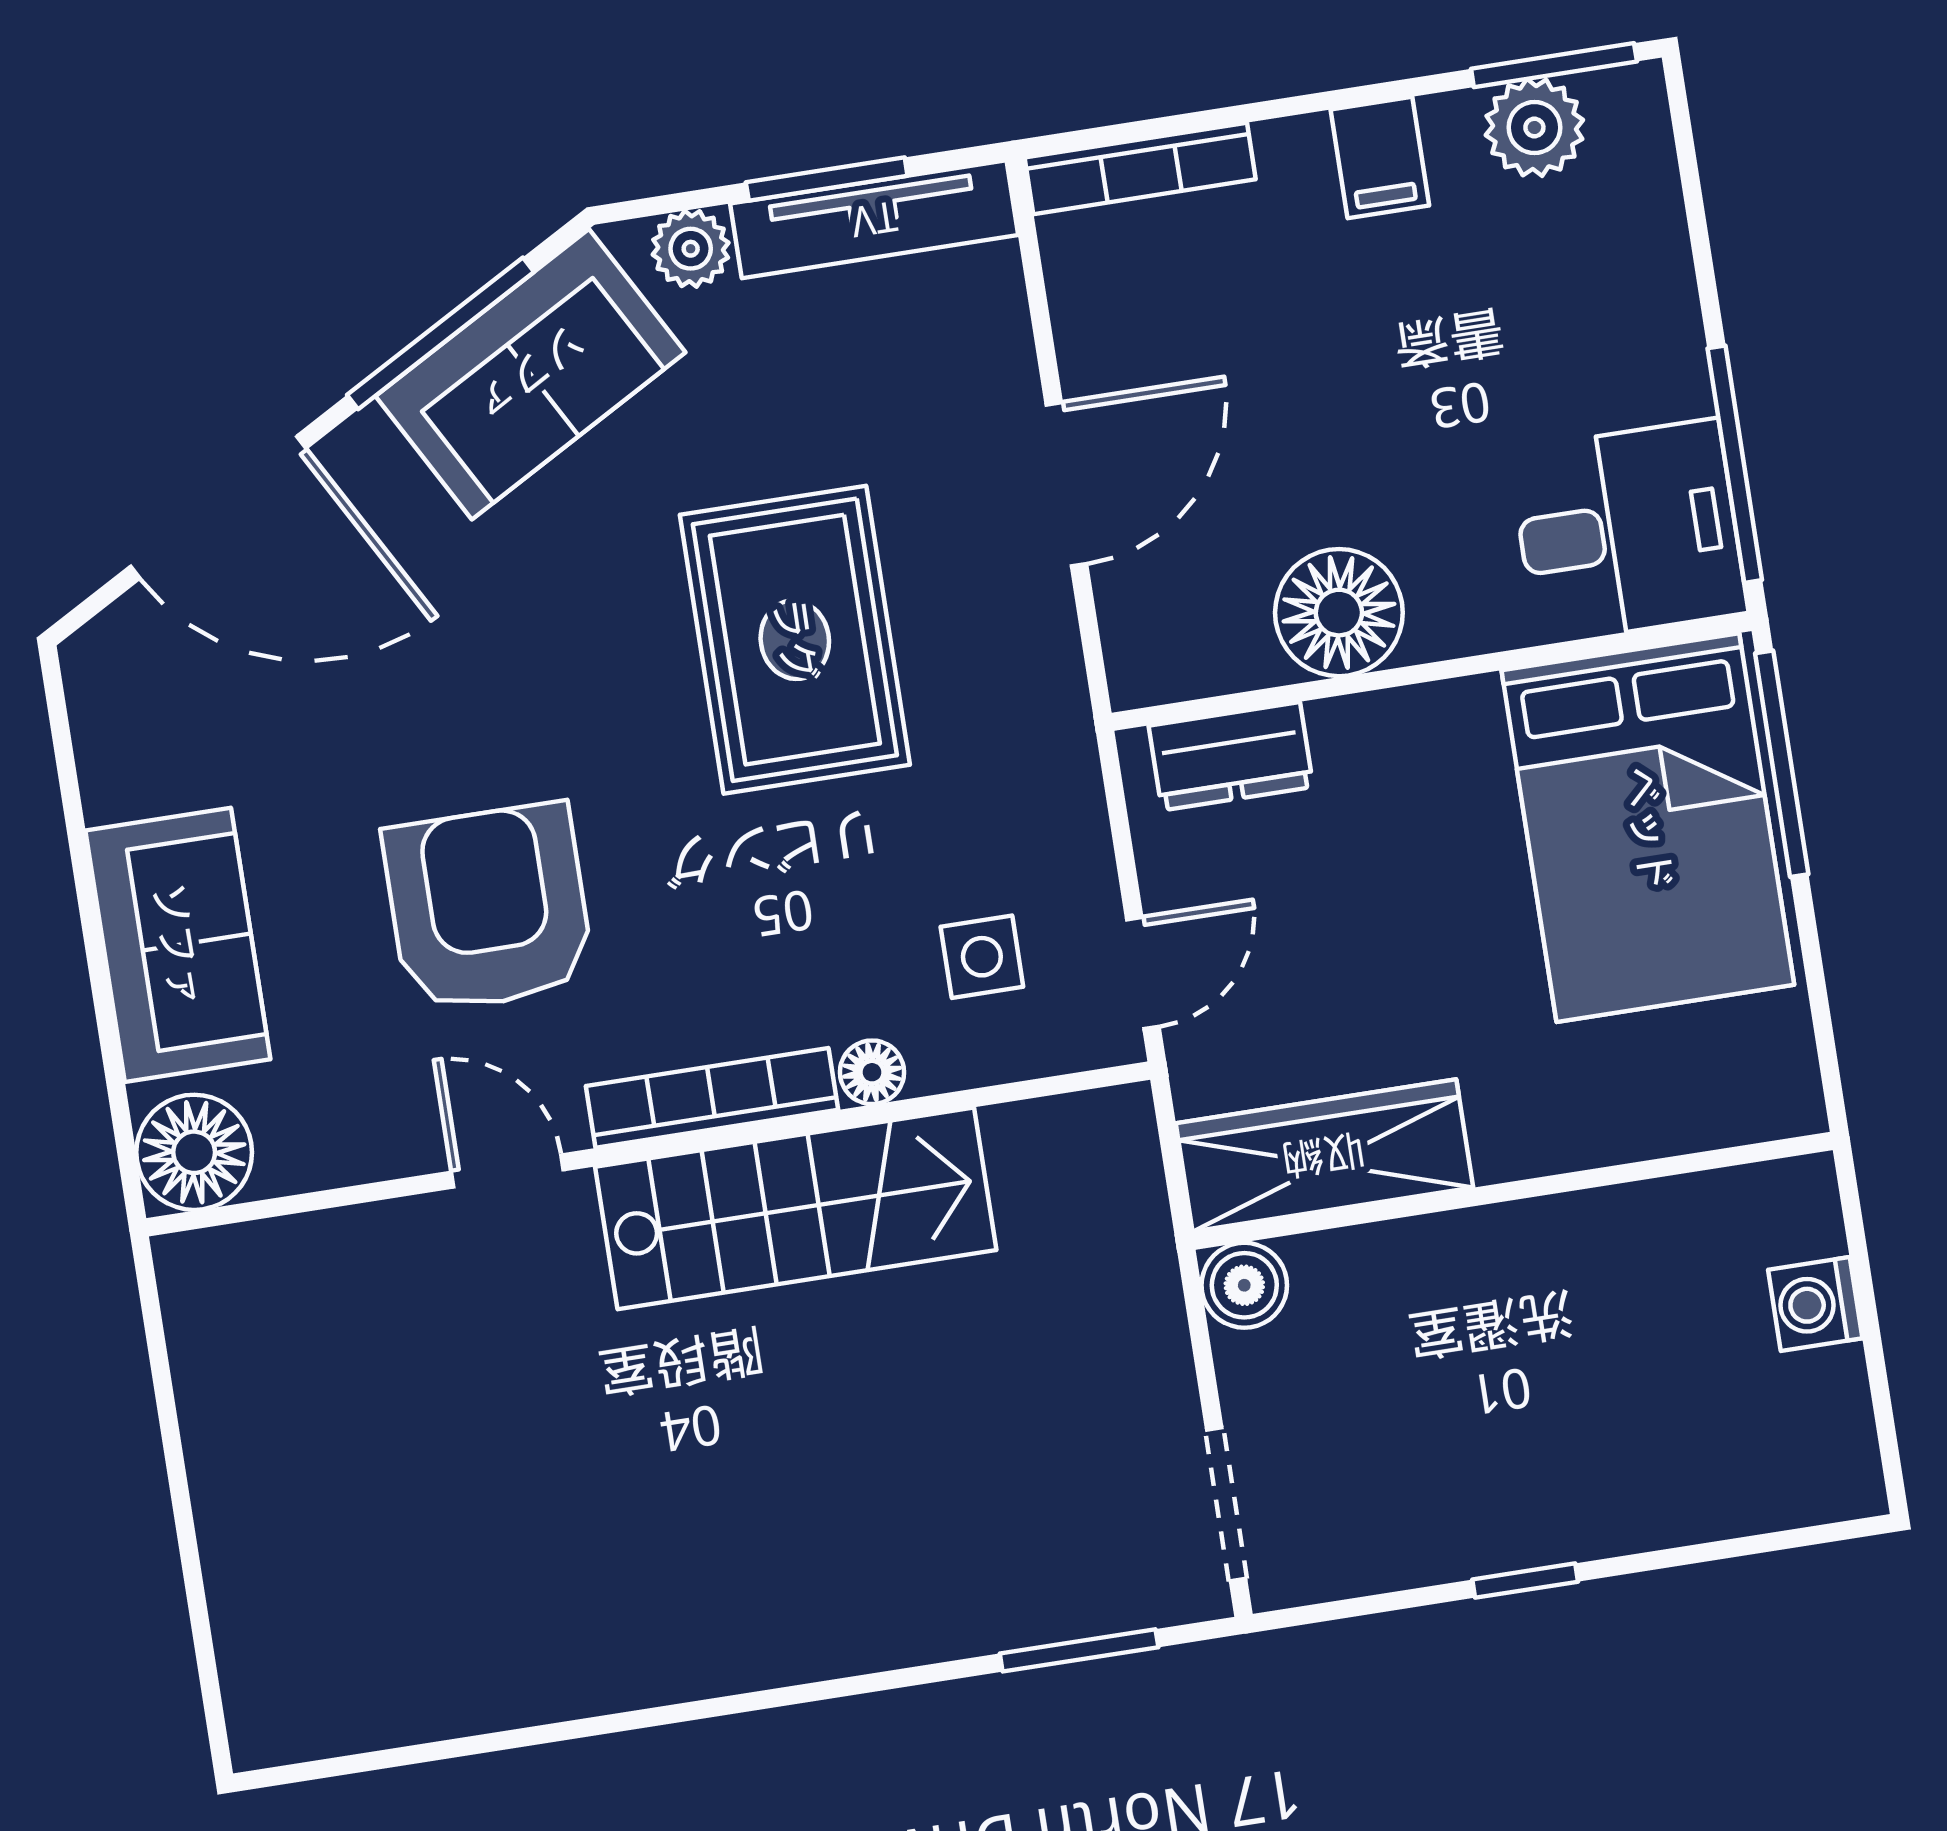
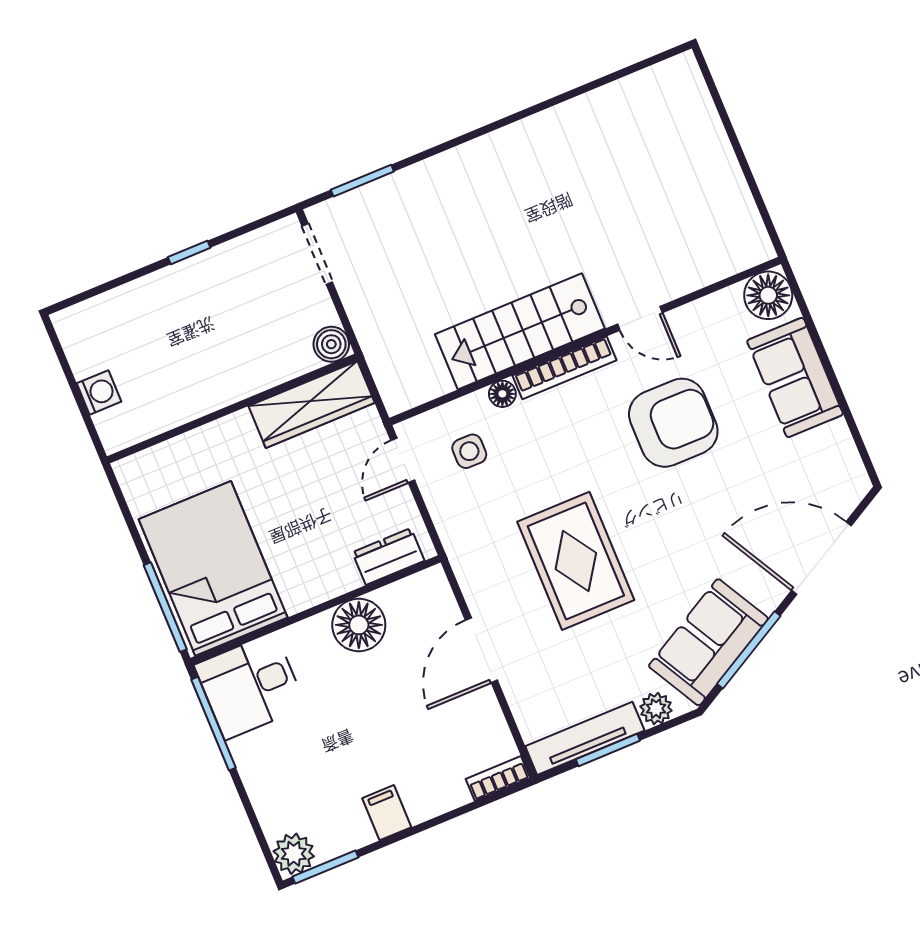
plant: (1534, 127) -> (294, 854), moved
bookcase: (1140, 168) -> (498, 778), width x0.64
armchair: (488, 908) -> (673, 423), turned -90

